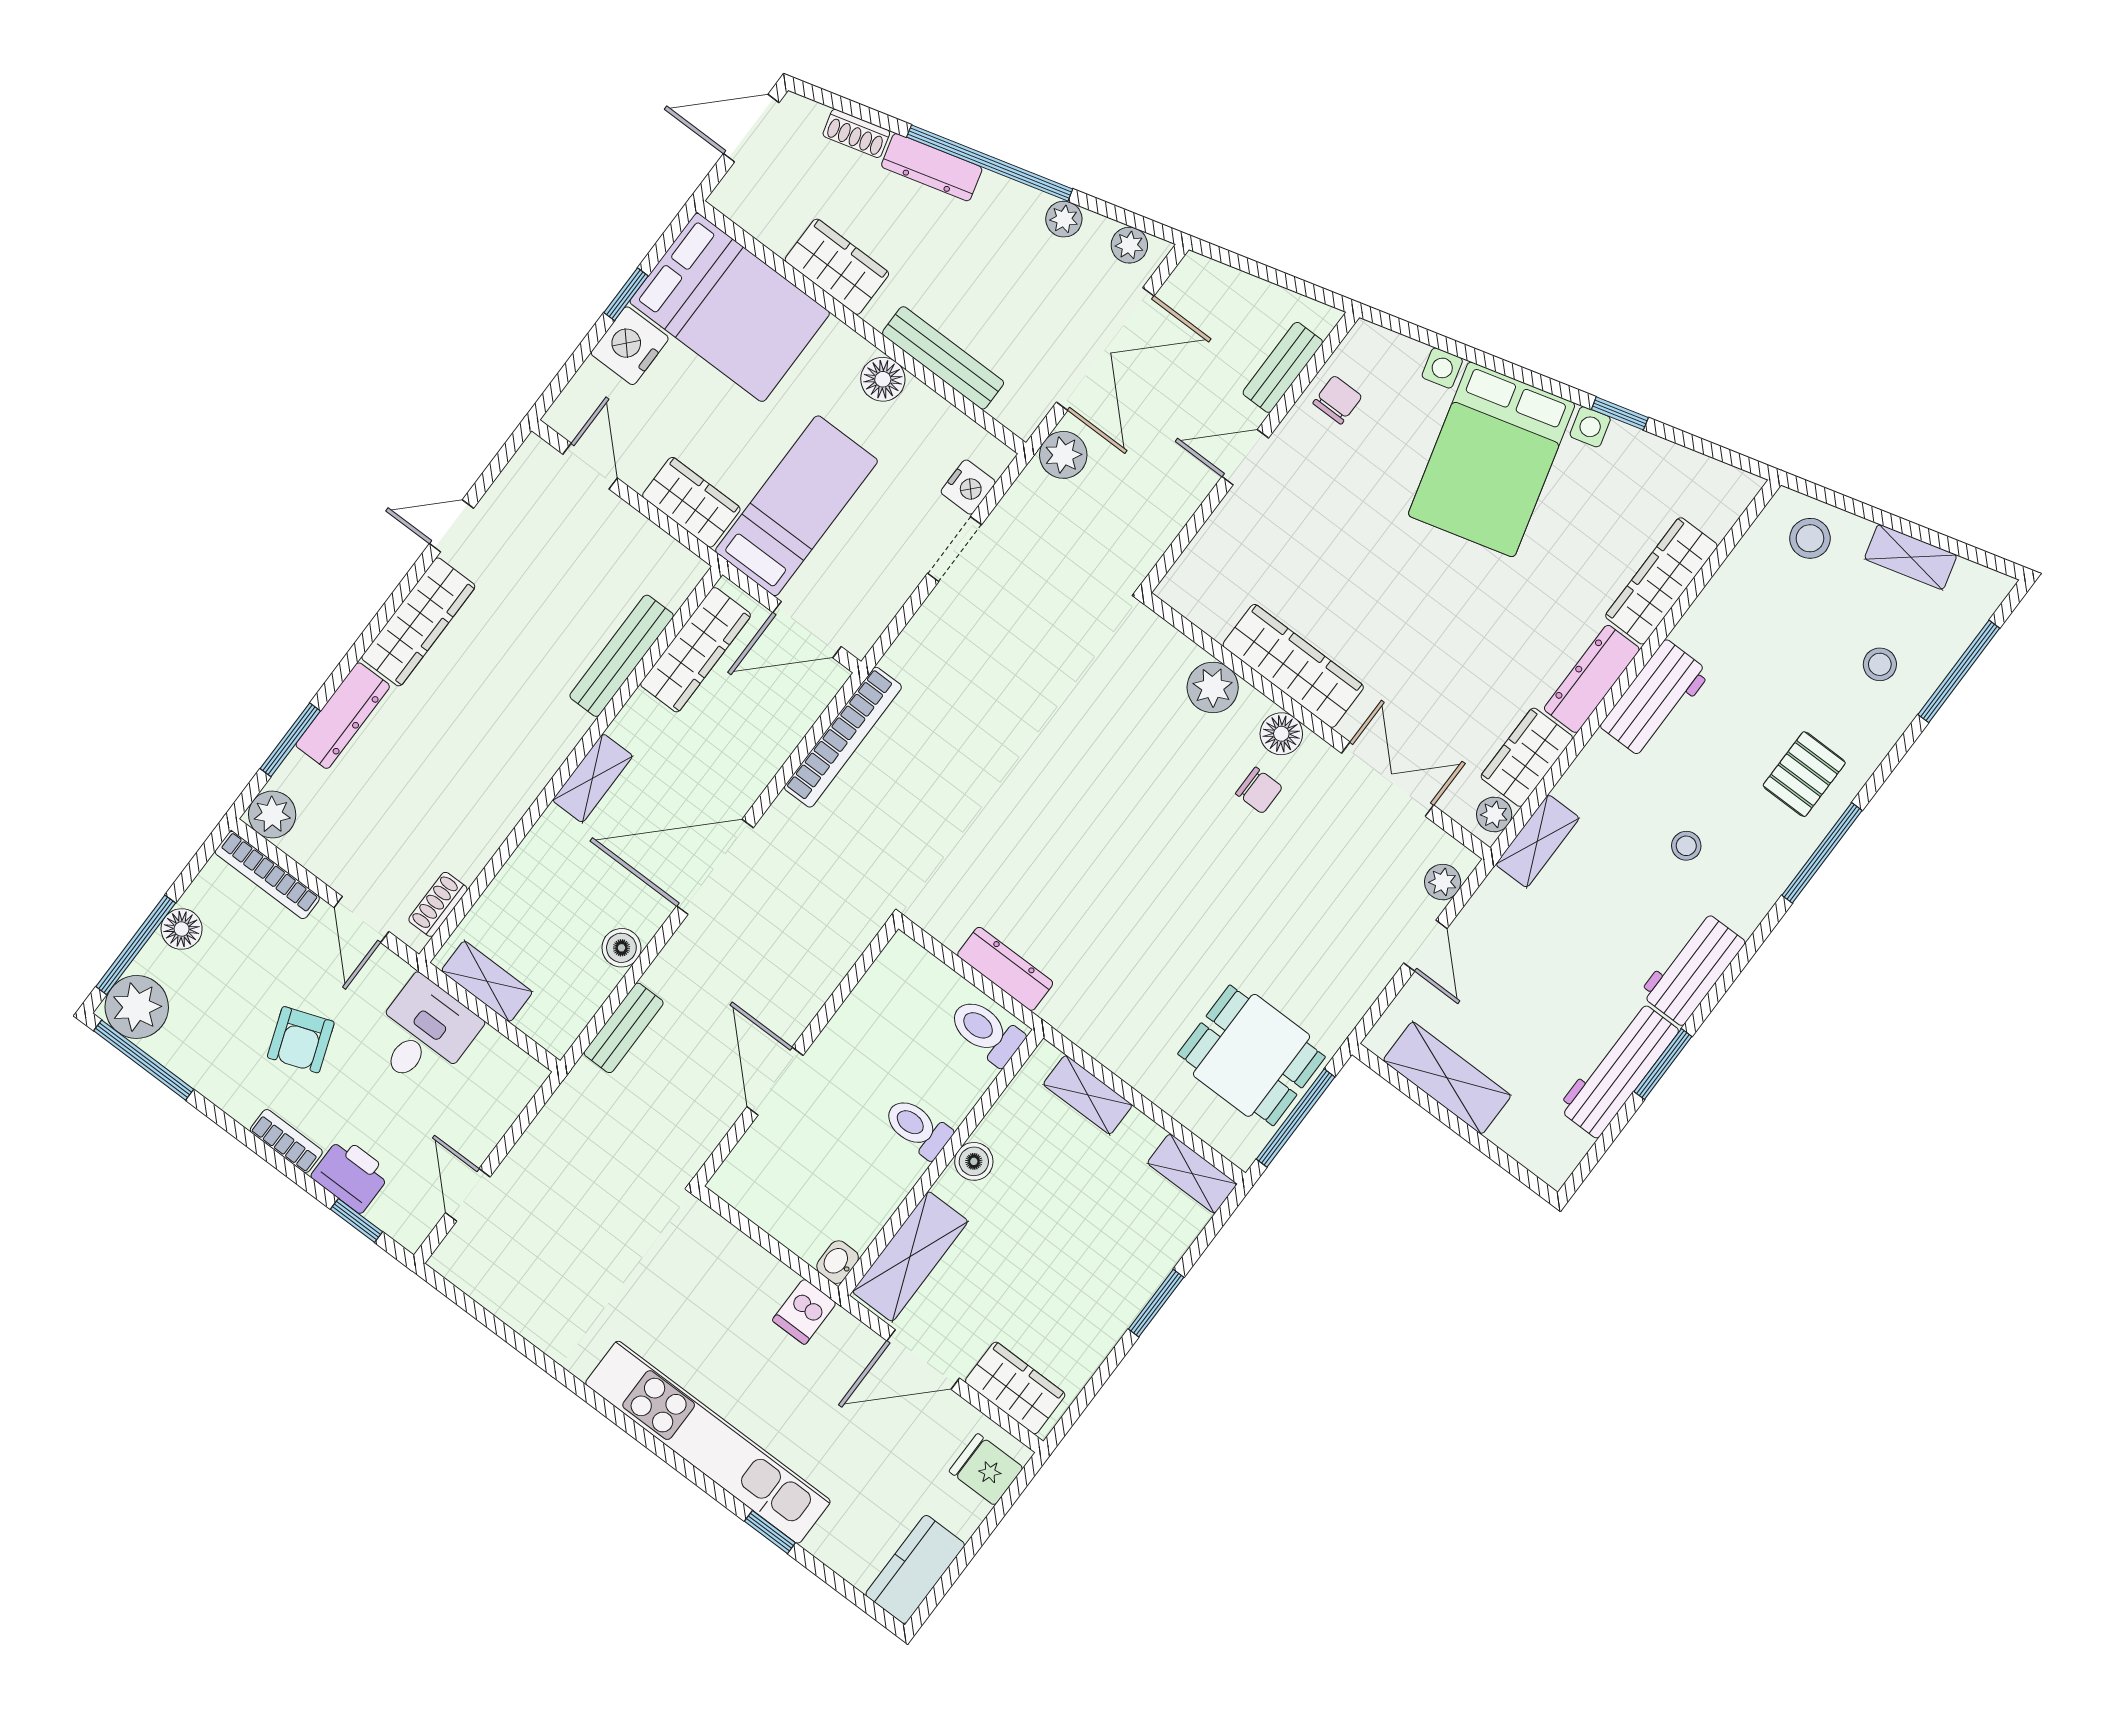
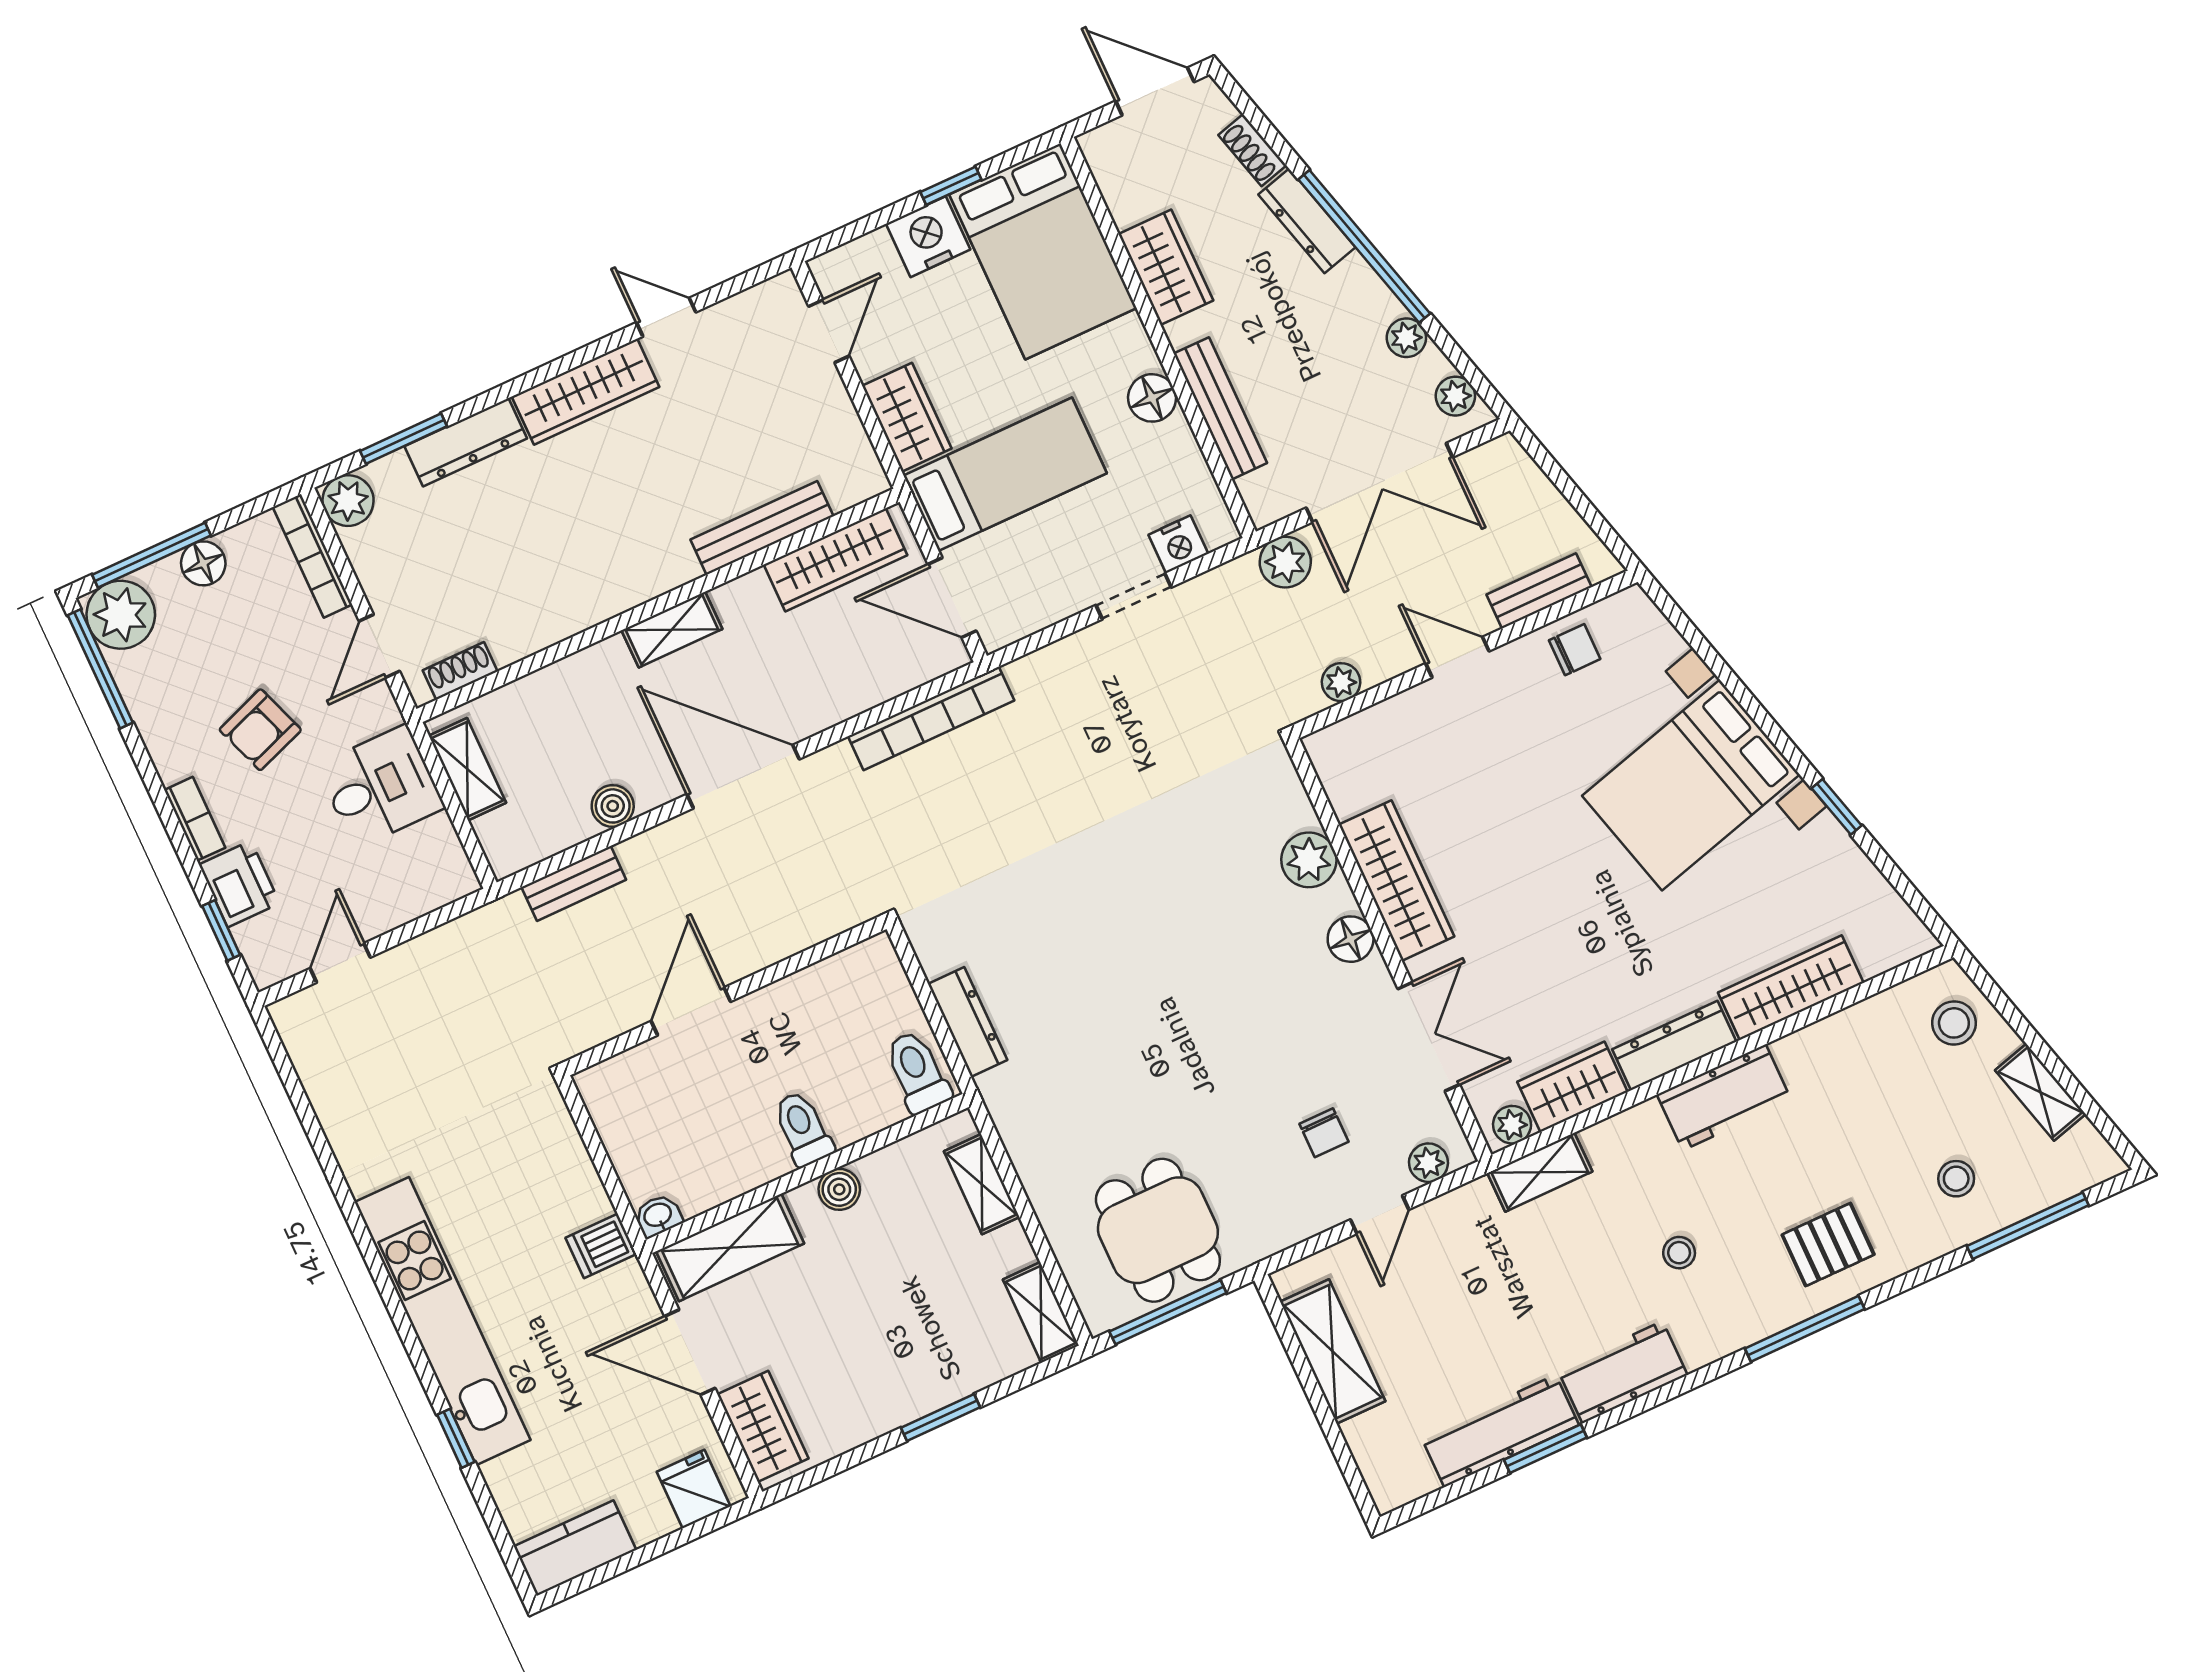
plant: (1161, 528) -> (1341, 682), added
chair: (1259, 790) -> (1324, 1133), moved

